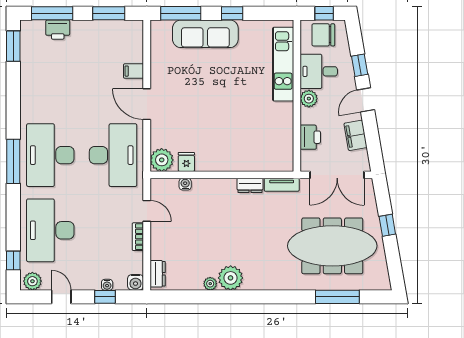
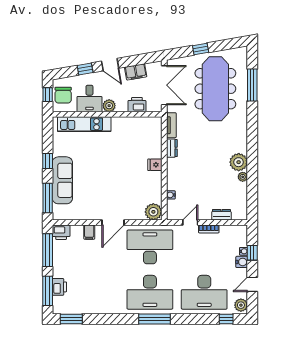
window: (109, 13) -> (48, 250), width x1.44
printer: (133, 32) -> (61, 232), added
fridge: (186, 162) -> (155, 165), moved
dresser: (158, 274) -> (221, 215), moved
water cooler: (136, 282) -> (242, 262), moved

